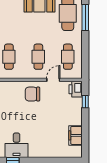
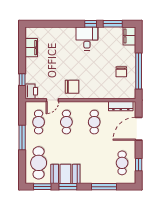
window: (85, 17) -> (22, 137), moved

